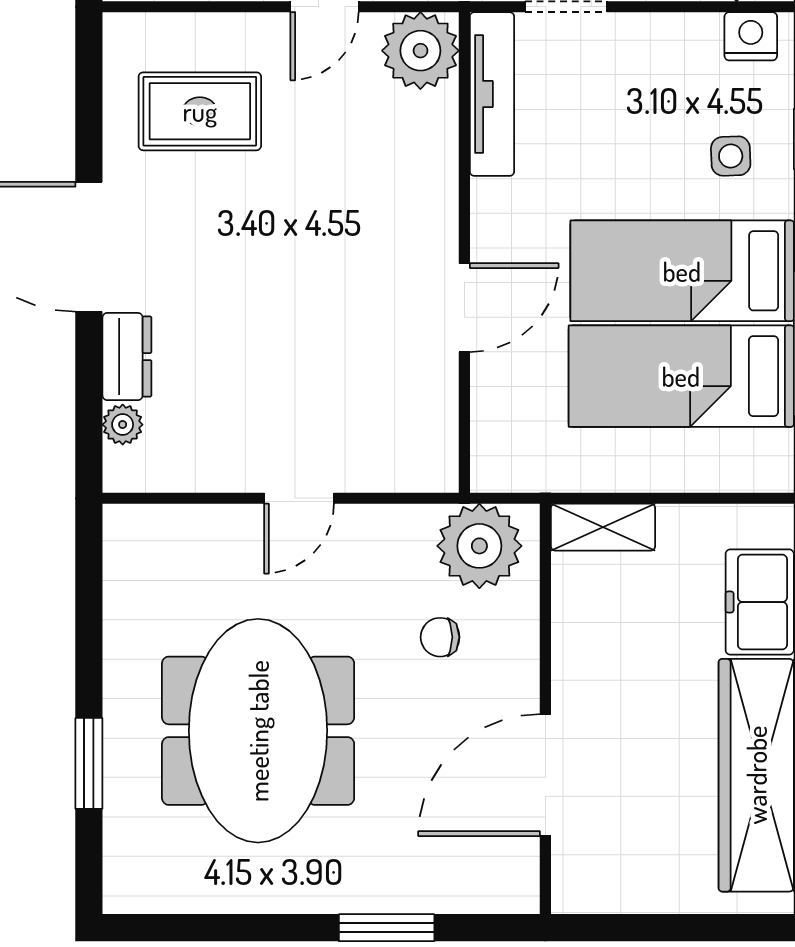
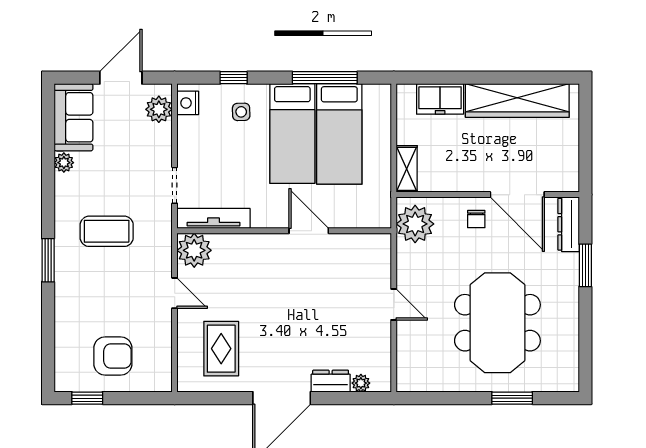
chair: (440, 637) -> (476, 219), moved
meeting table: (258, 731) -> (497, 323), turned 90
dresser: (479, 890) -> (569, 224), added

